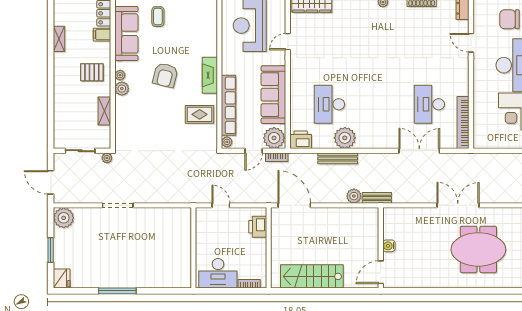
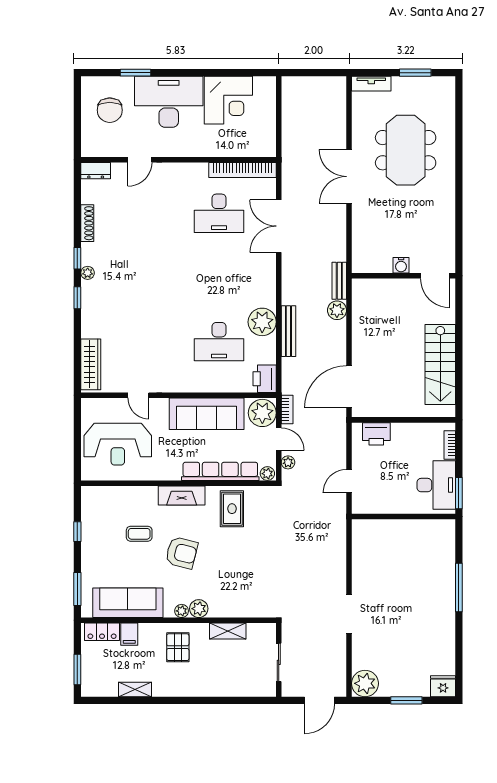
coffee table: (158, 17) -> (139, 534), moved
plant: (107, 158) -> (288, 462), moved
window: (117, 291) -> (459, 588), moved
window: (212, 291) -> (459, 493), added

